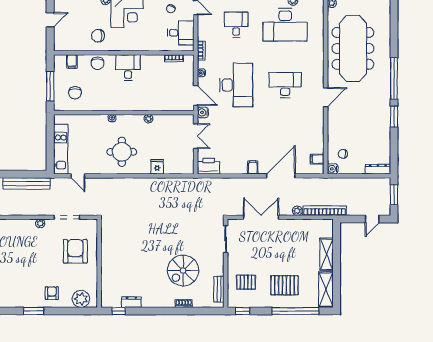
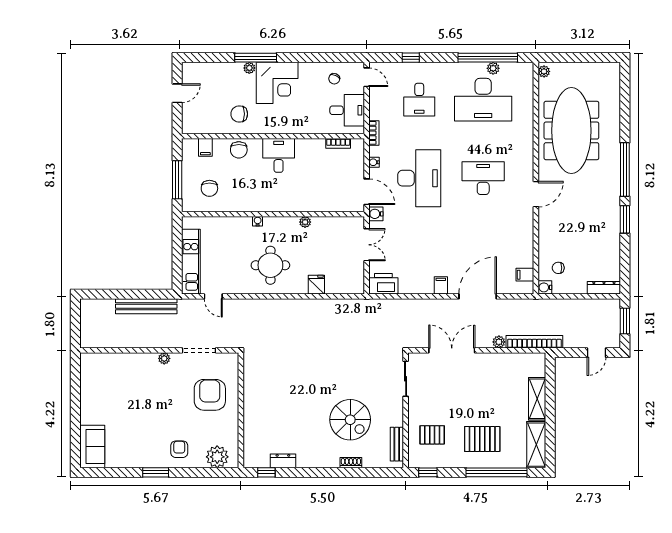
desk: (236, 25) -> (419, 100), turned 180
spiral stairs: (183, 270) -> (350, 420), turned -90

